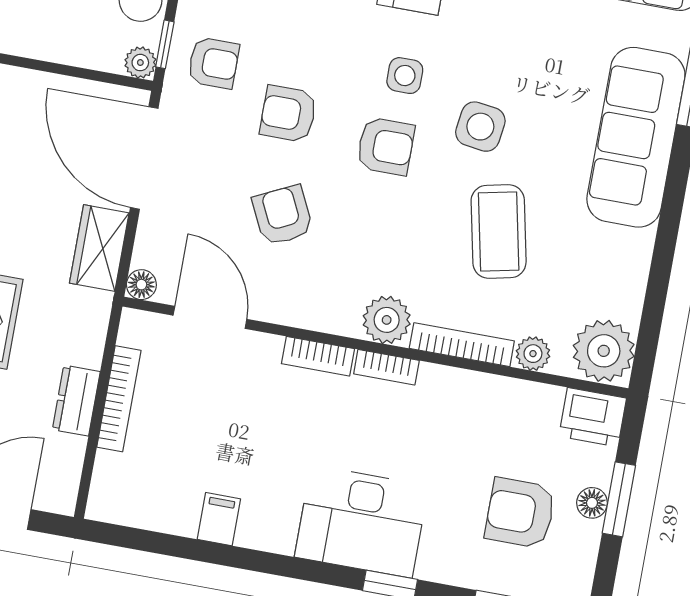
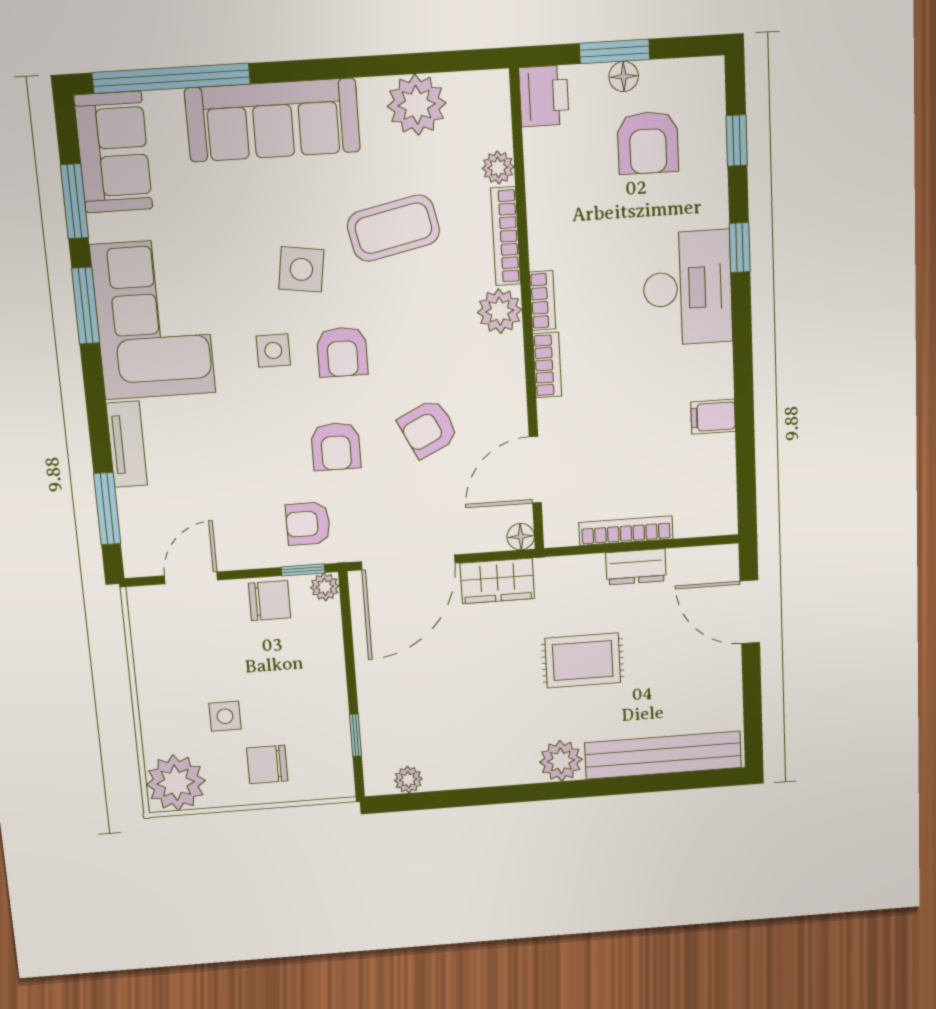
armchair: (213, 63) -> (308, 524), turned -90
armchair: (385, 146) -> (342, 352), turned 180
plant: (604, 351) -> (417, 105), moved

